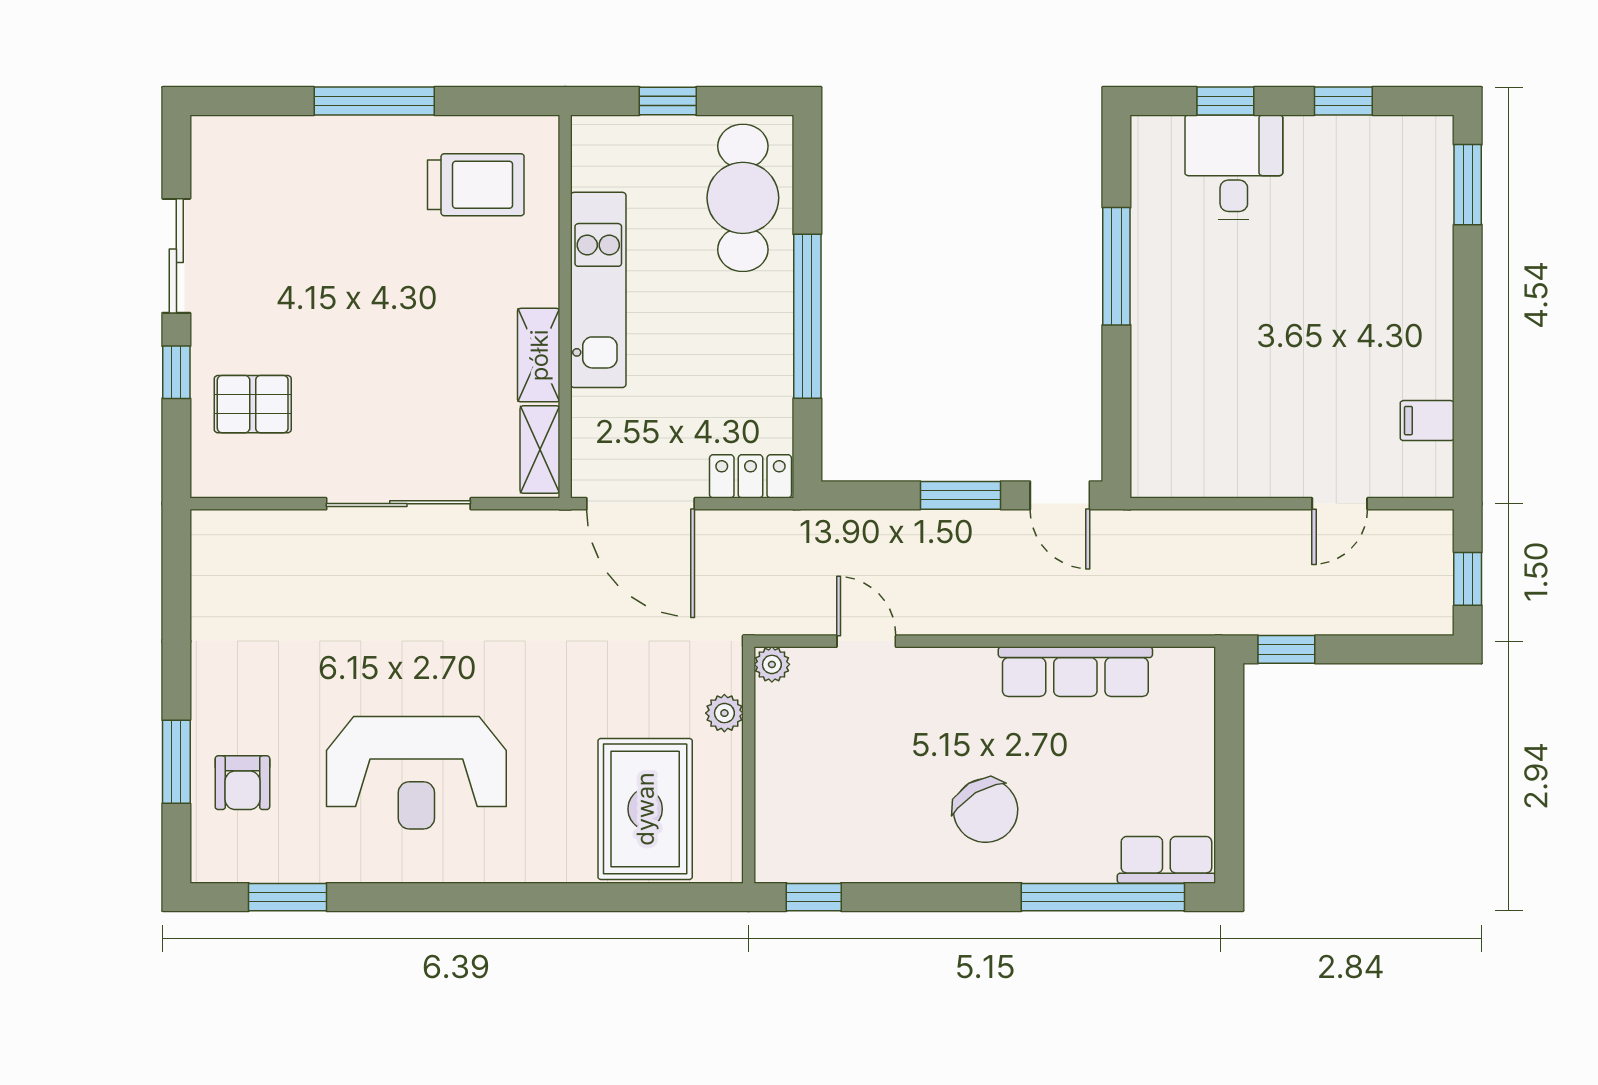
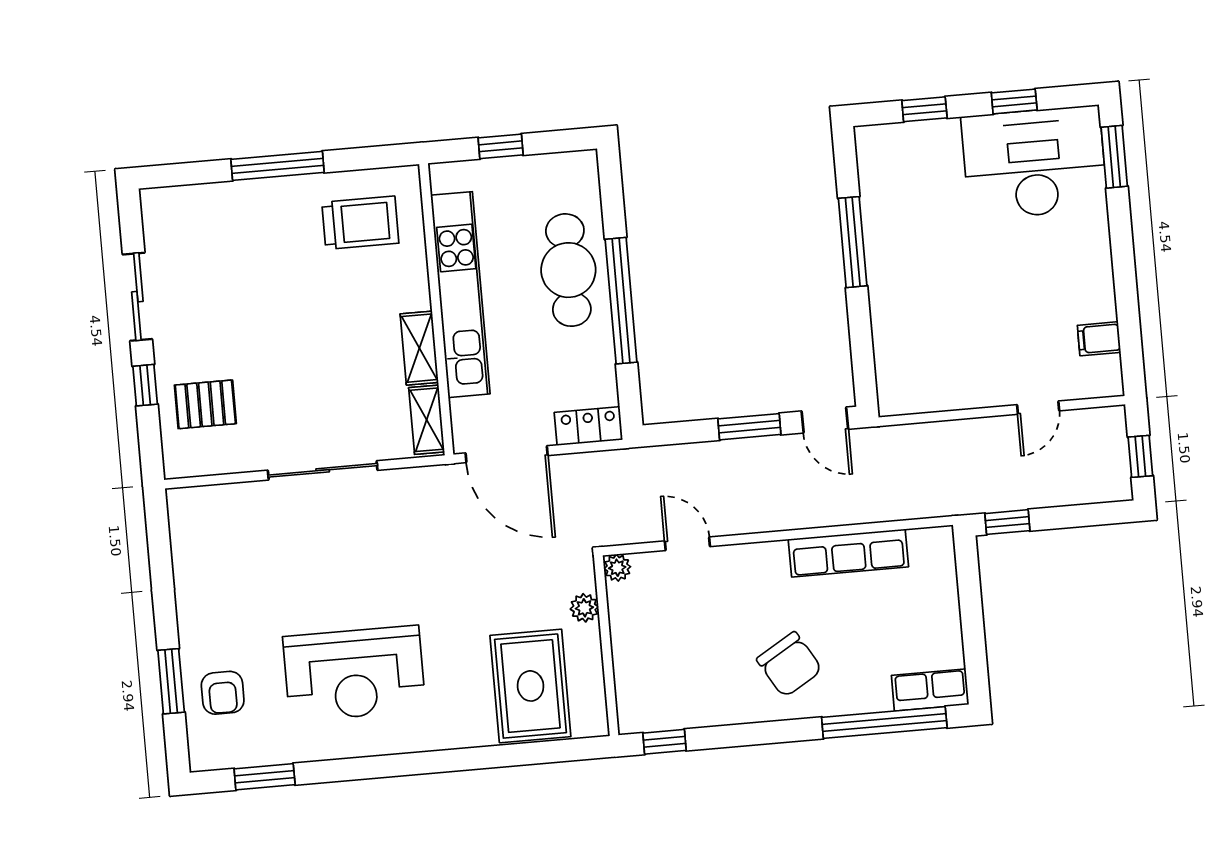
desk: (1234, 167) -> (1034, 163), moved, width x1.87, depth x1.30
cafe table: (743, 198) -> (568, 270), moved
kitchen unit: (598, 290) -> (460, 295), width x1.36

